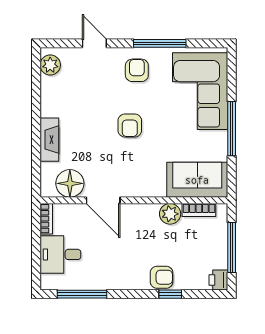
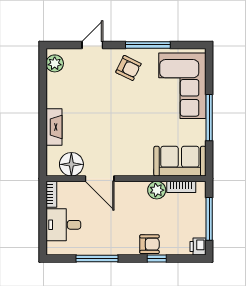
door: (94, 43) -> (92, 45), hinge flipped
armchair: (137, 70) -> (128, 68), turned 116
armchair: (130, 125) -> (122, 115), removed
window: (82, 294) -> (97, 259), moved

